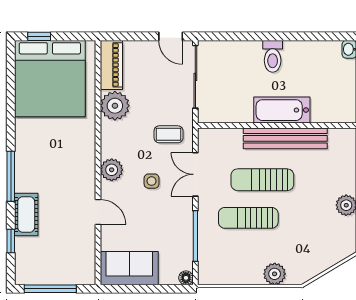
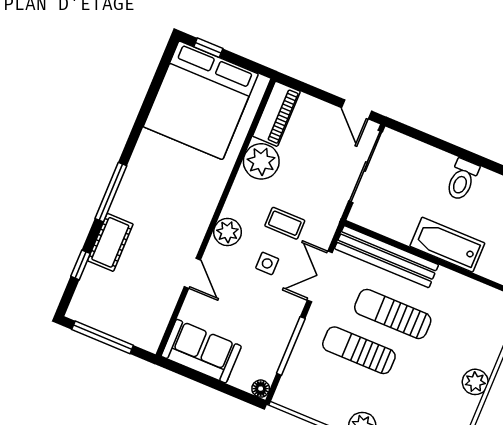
coffee table: (169, 134) -> (285, 223), moved
bench: (285, 138) -> (386, 257), moved

